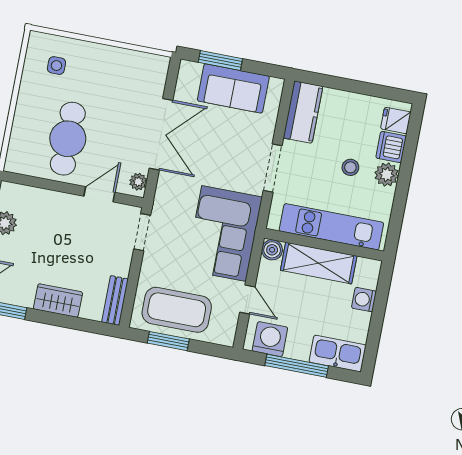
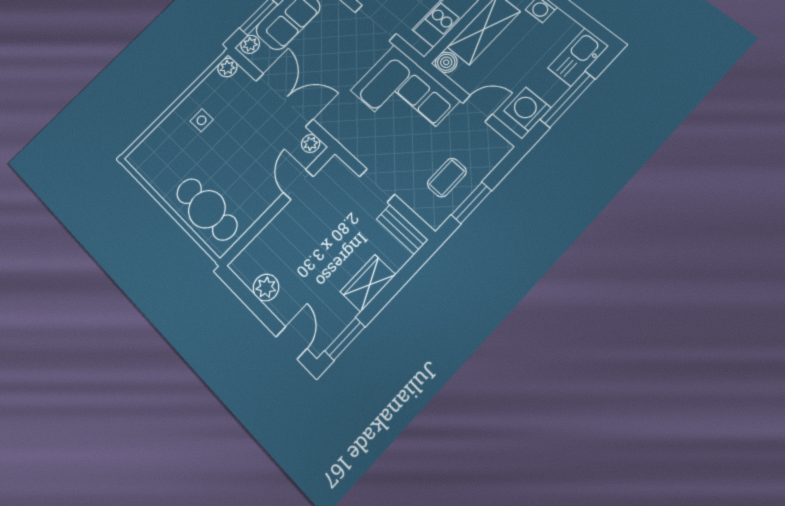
plant: (160, 65) -> (227, 67), added
side table: (56, 66) -> (202, 120), moved
plant: (191, 71) -> (250, 44), added
cafe table: (68, 139) -> (207, 209), moved
doorway: (142, 232) -> (377, 185), moved
coffee table: (177, 310) -> (447, 178), width x0.54, depth x0.58

